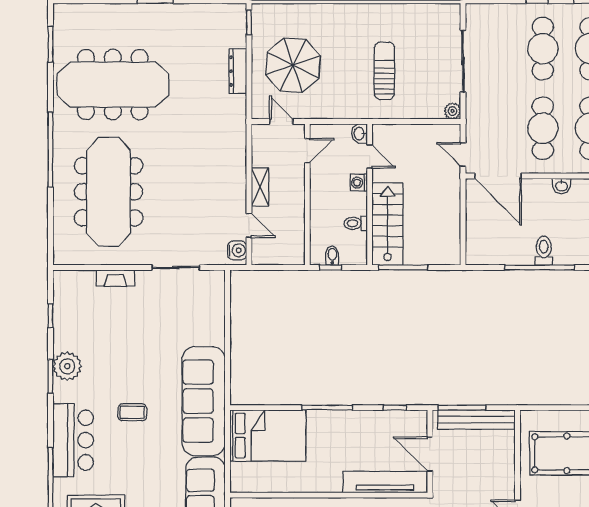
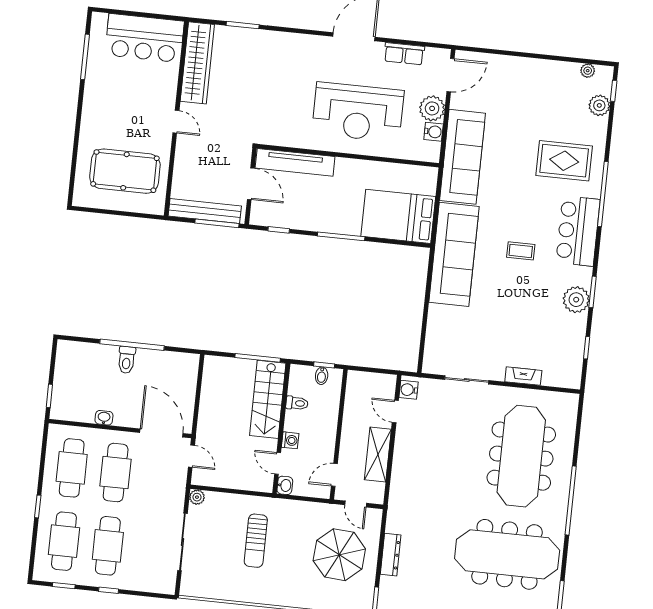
shelving: (260, 187) -> (378, 455), width x1.50, depth x1.33

